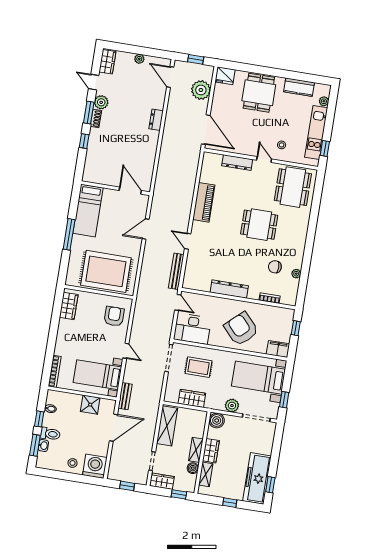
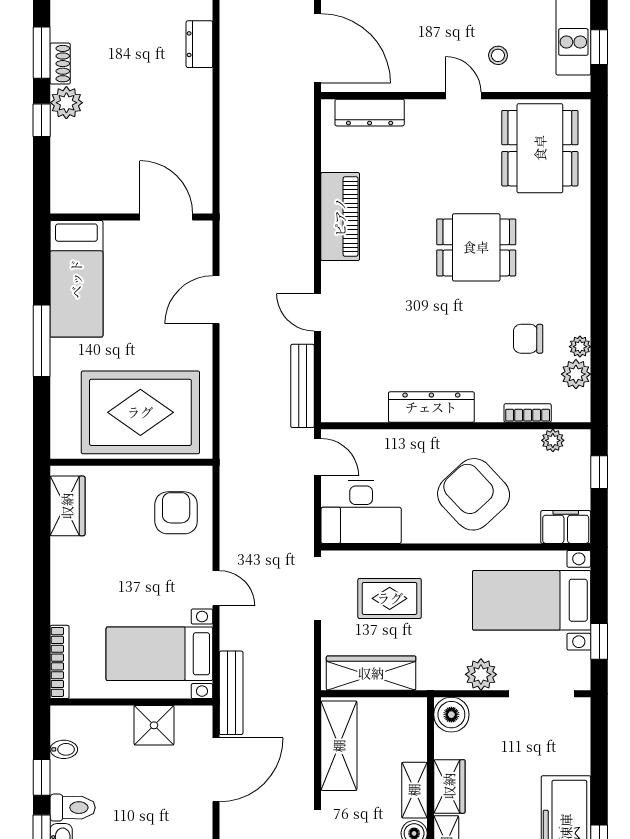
plant: (101, 102) -> (66, 103), moved
dresser: (237, 163) -> (370, 113), moved
plant: (293, 285) -> (576, 374), added
plant: (278, 312) -> (553, 440), added
bench: (125, 396) -> (231, 693), width x1.36
wardrobe: (192, 398) -> (371, 673), width x1.50

